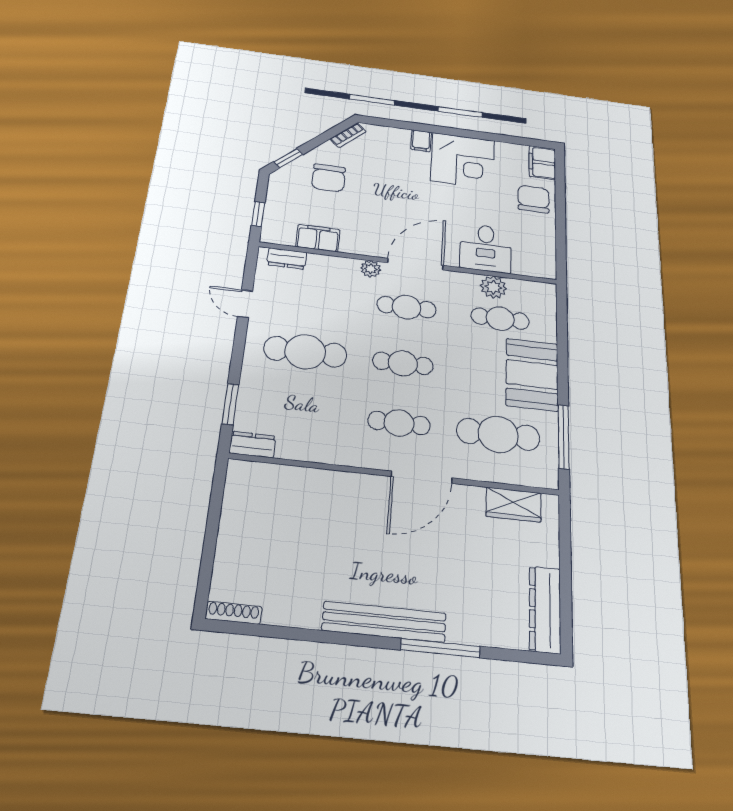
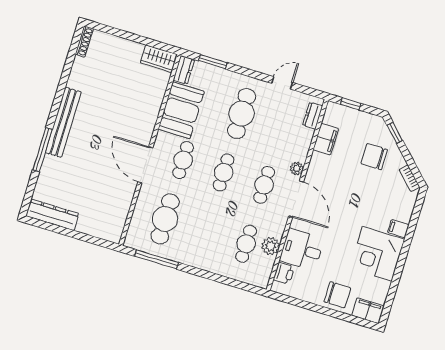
printer: (526, 266) -> (284, 273), added
booth: (532, 374) -> (181, 110), moved, turned 90
wardrobe: (514, 505) -> (159, 59), moved, turned -90

